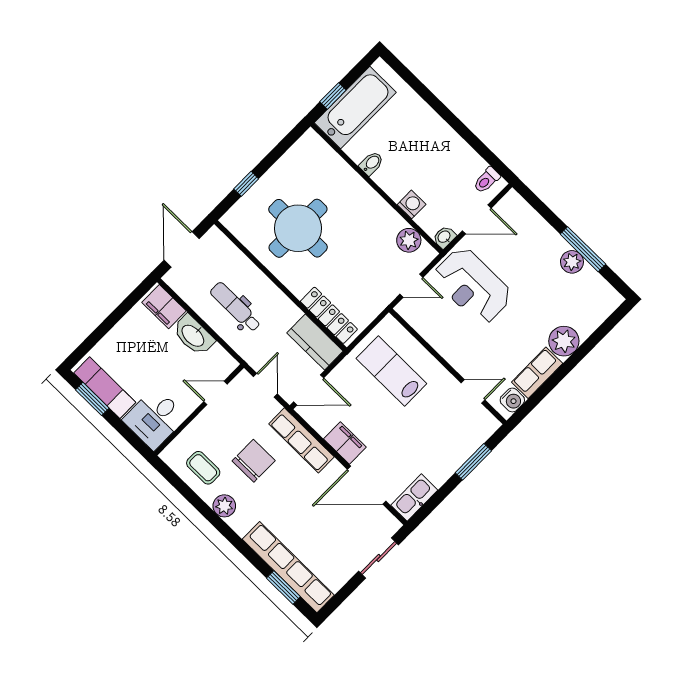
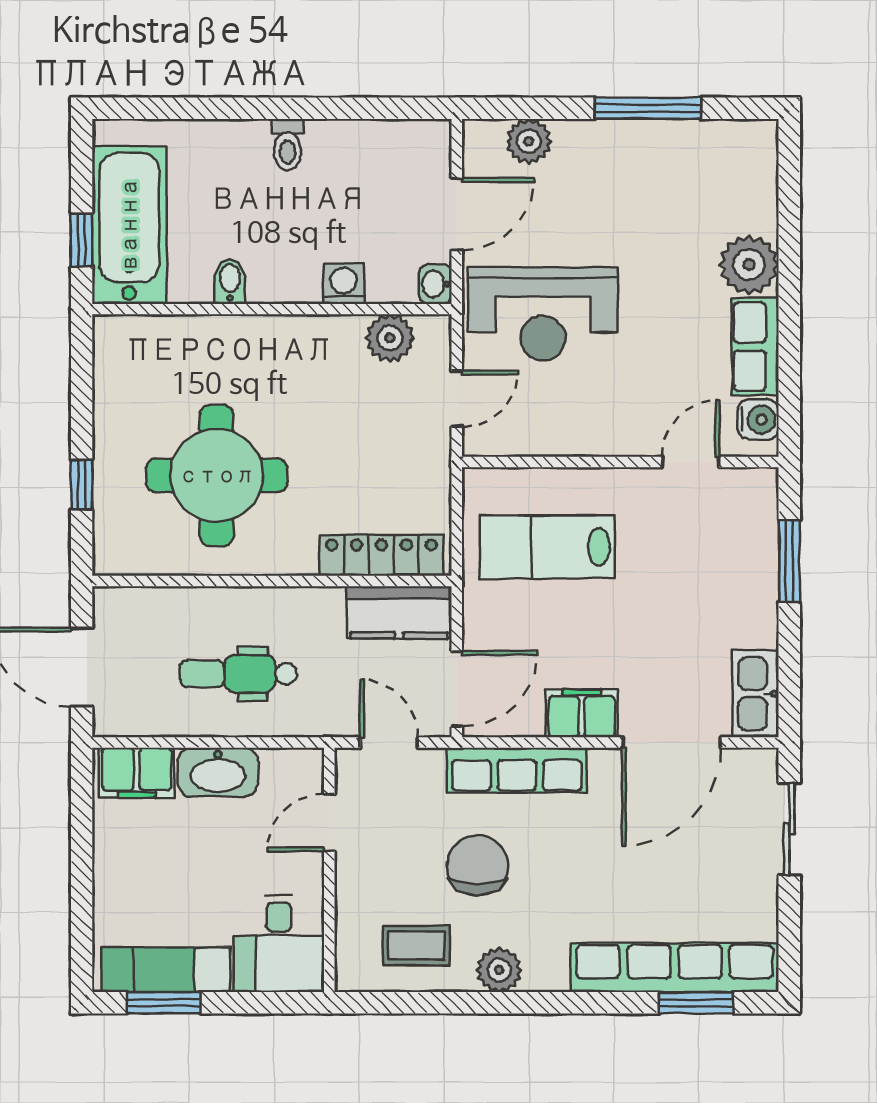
toilet: (487, 180) -> (287, 145), moved
plant: (572, 262) -> (529, 141), moved

